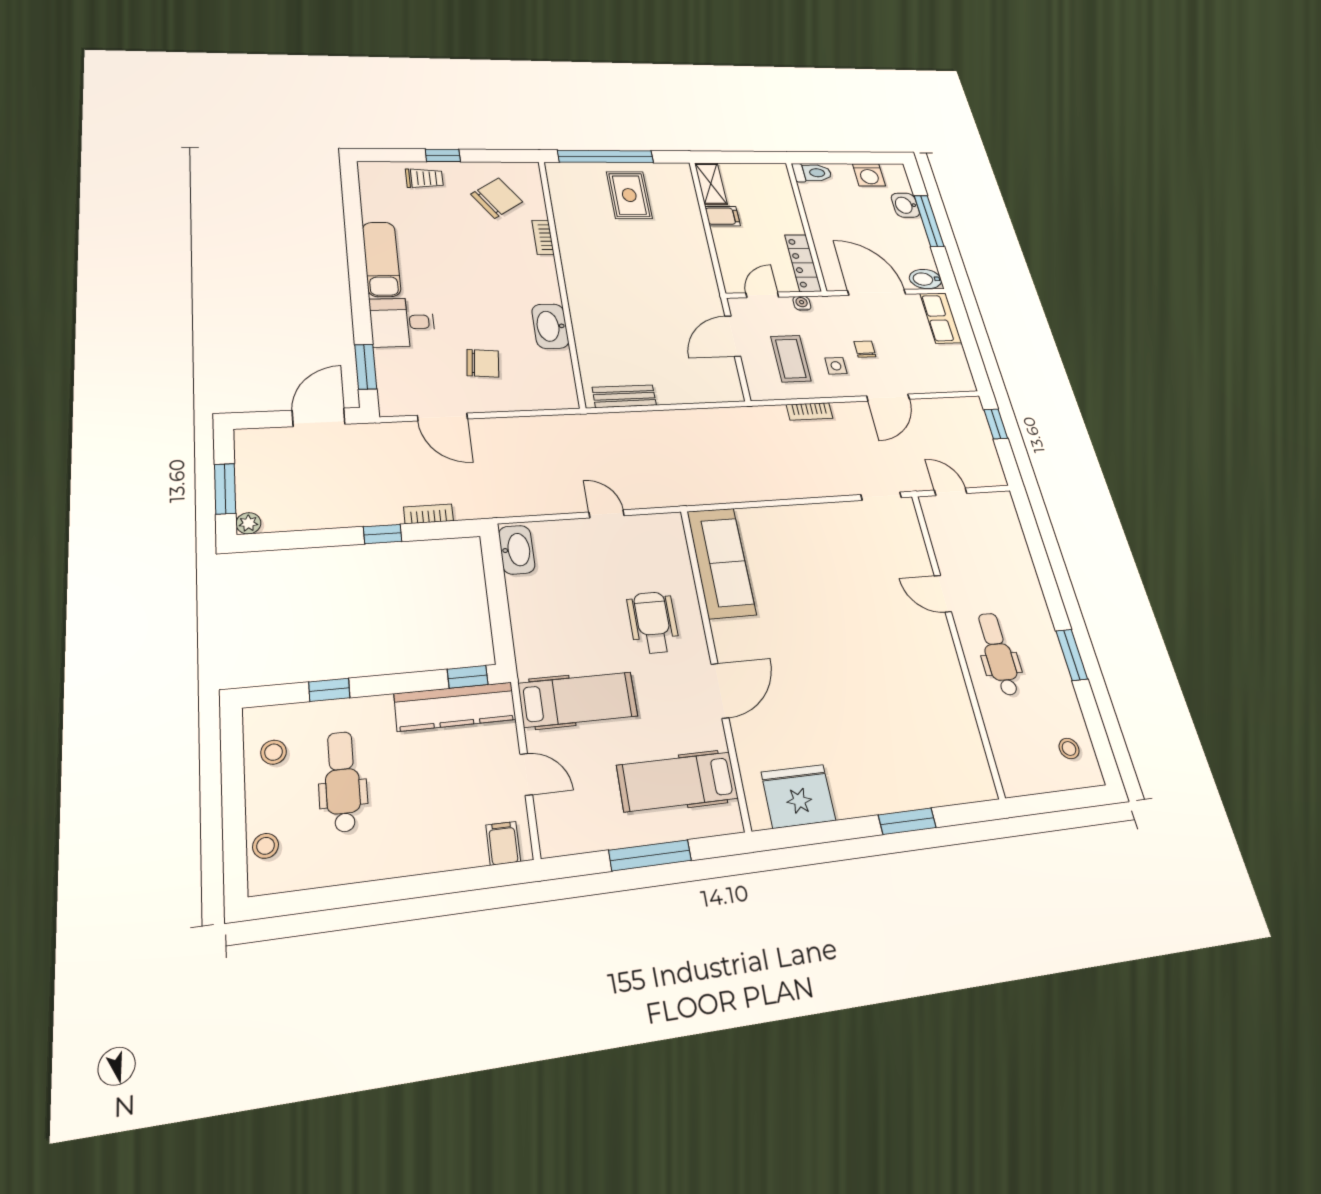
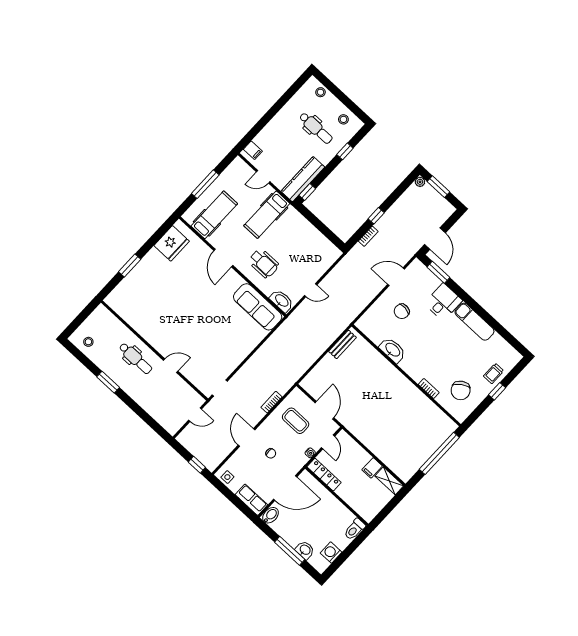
rug: (629, 195) -> (415, 442), removed
side table: (836, 366) -> (227, 477), moved
washbasin: (517, 550) -> (282, 301), moved, turned 180

